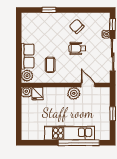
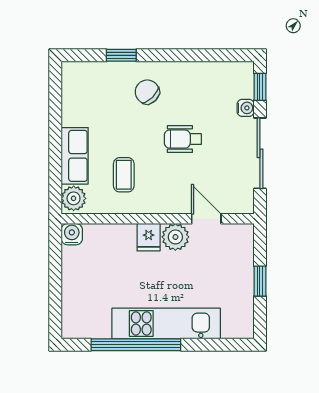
chair: (77, 26) -> (147, 92), moved
fridge: (37, 93) -> (149, 237), moved
window: (79, 143) -> (136, 345), moved

